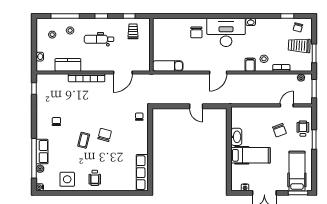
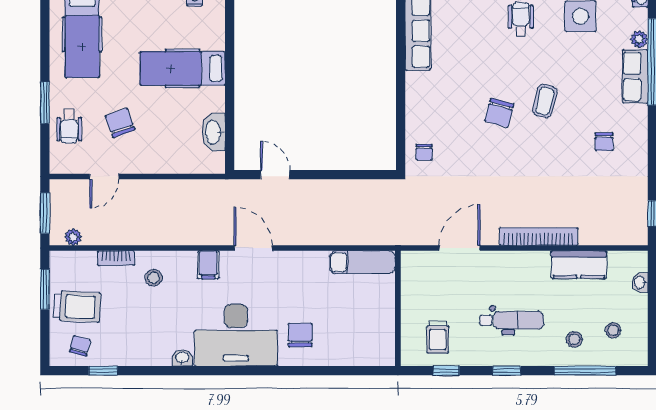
filing cabinet: (250, 65) -> (208, 265), moved
door: (218, 72) -> (253, 248), hinge flipped
door: (196, 106) -> (275, 175), moved
washbasin: (236, 137) -> (214, 132), moved

